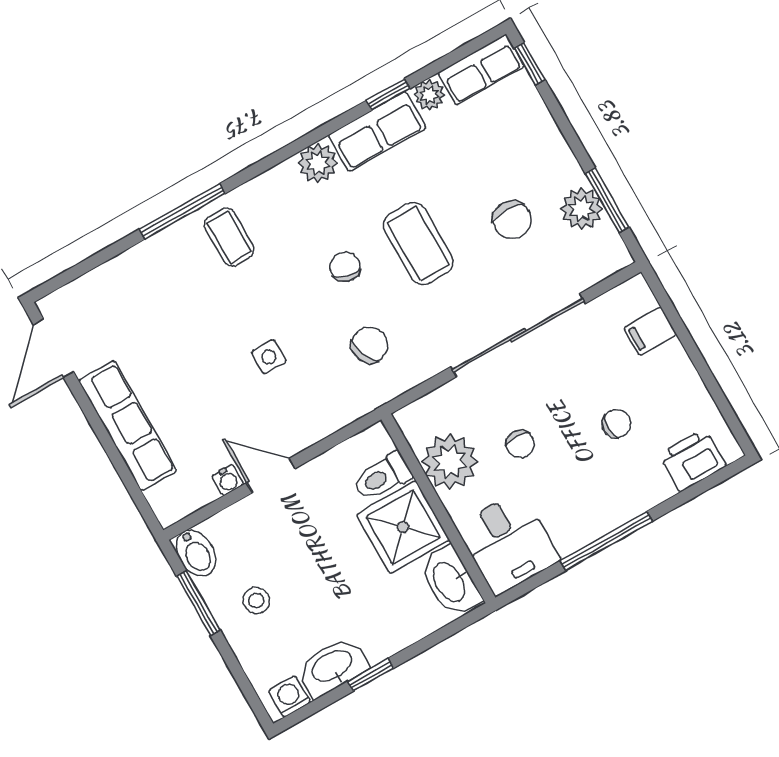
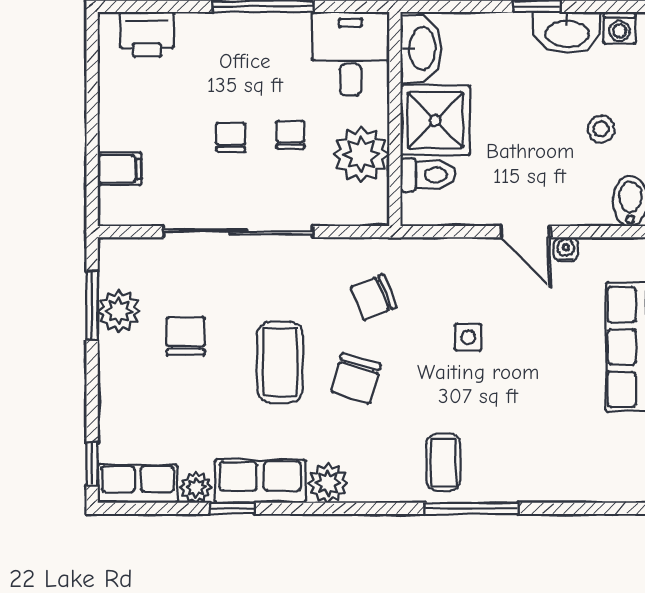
chair: (345, 267) -> (356, 378), width x1.37, depth x1.37
chair: (616, 424) -> (231, 137), moved, turned 90

